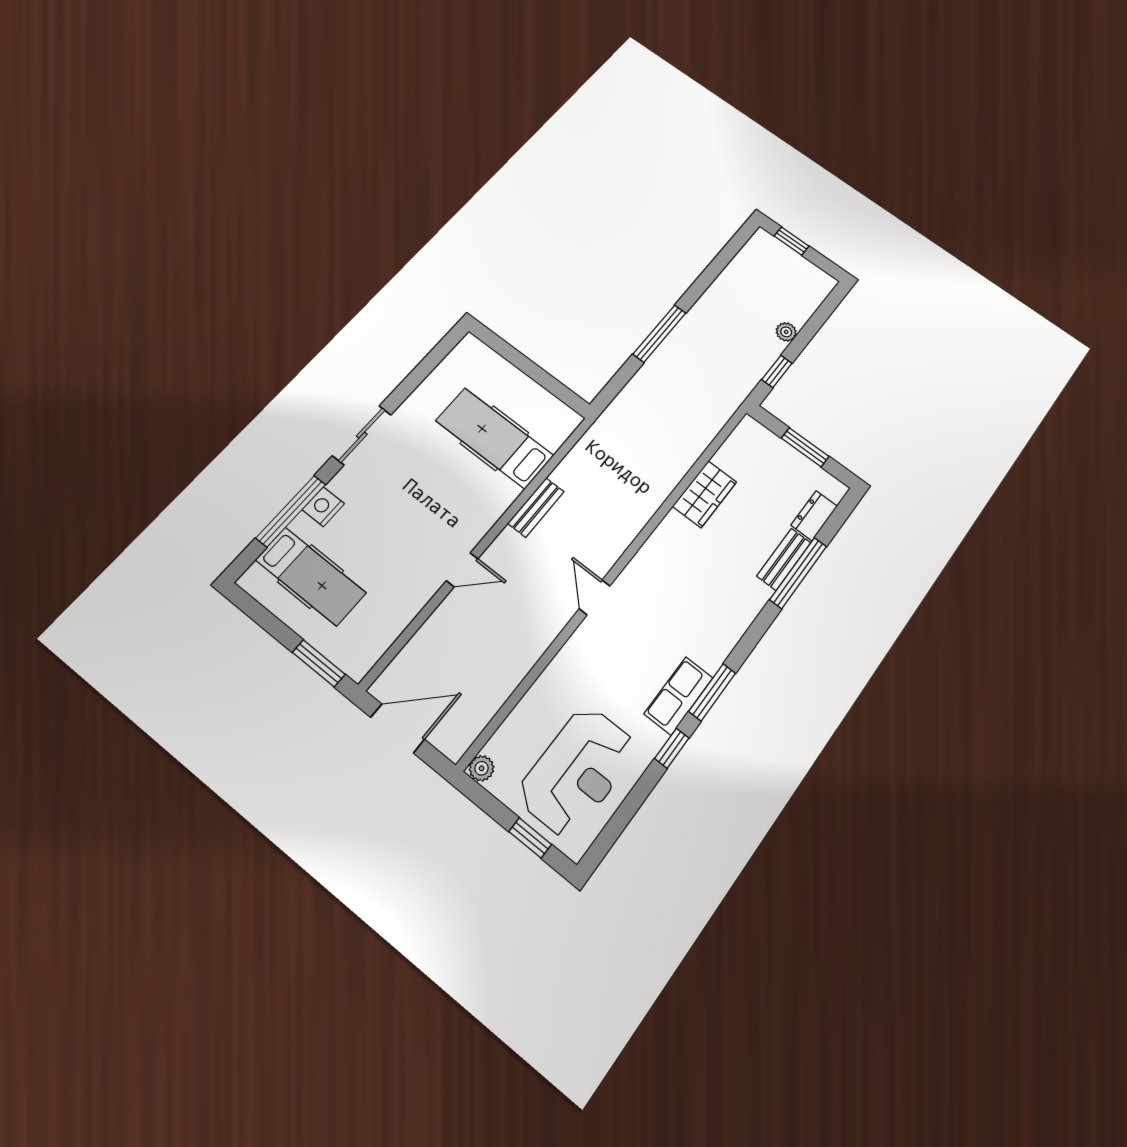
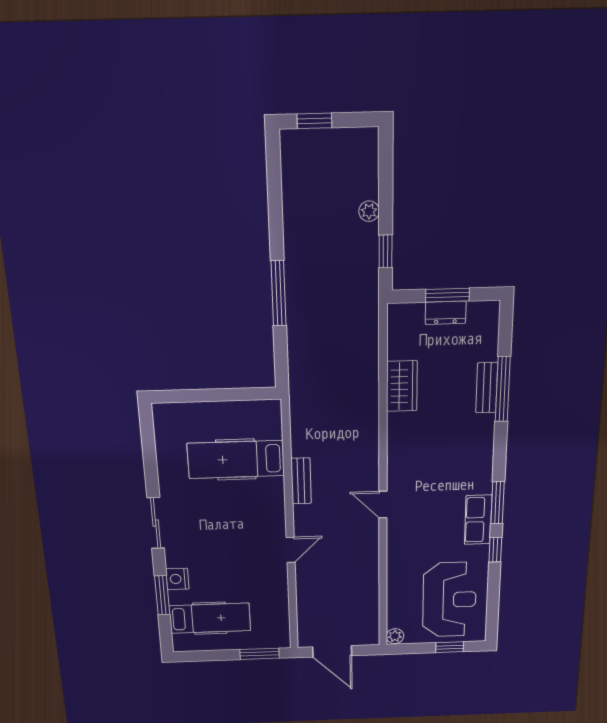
window: (291, 511) -> (162, 595), width x0.69
dresser: (814, 516) -> (446, 313), moved, turned -90
door: (397, 728) -> (332, 651), swing flipped

